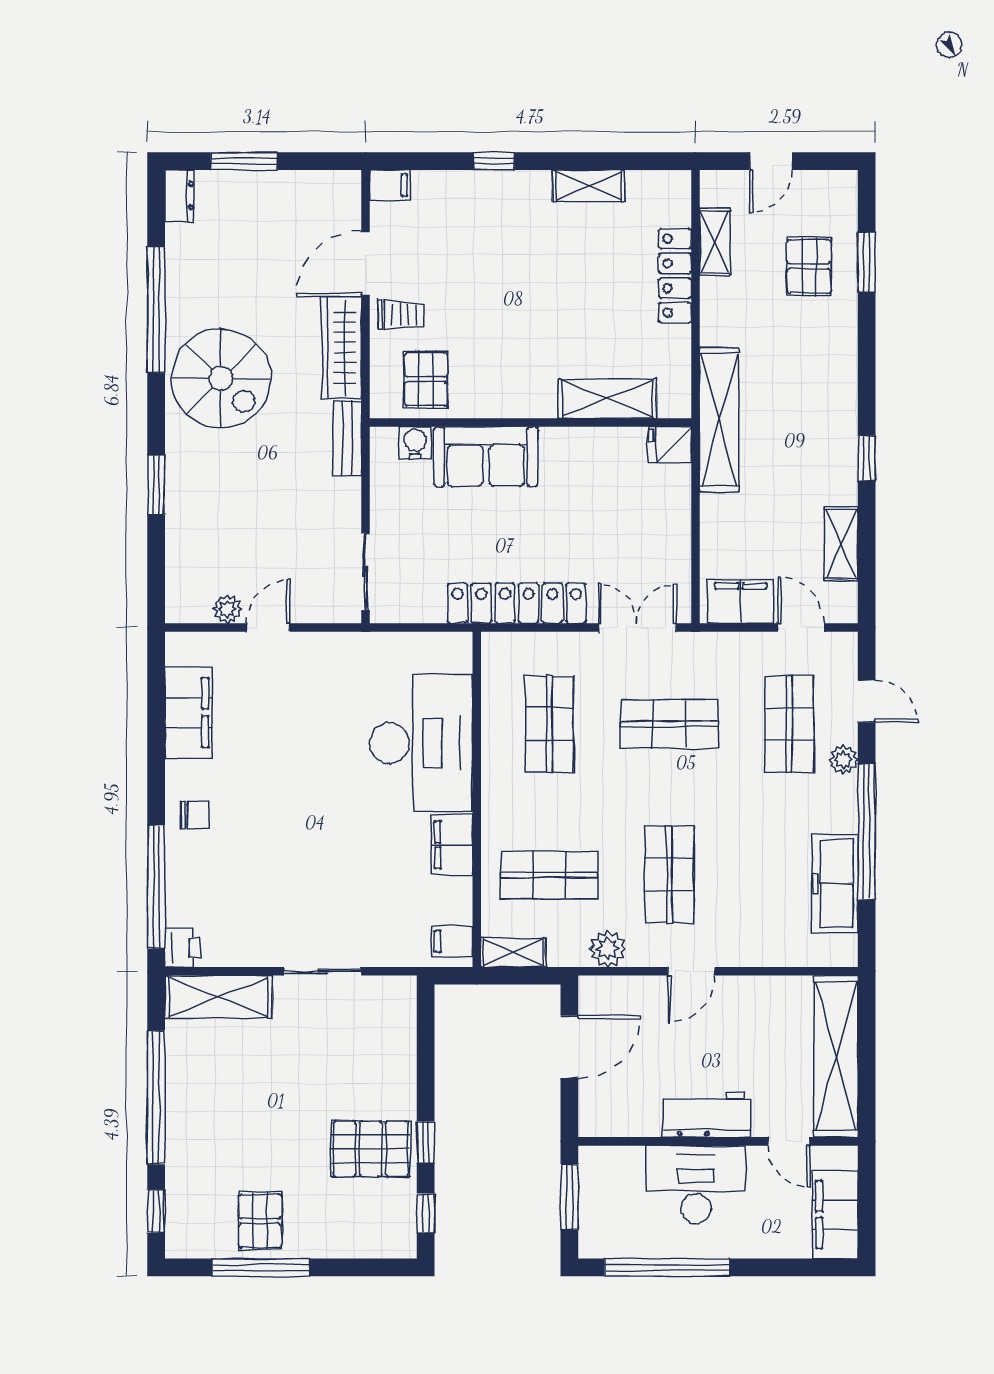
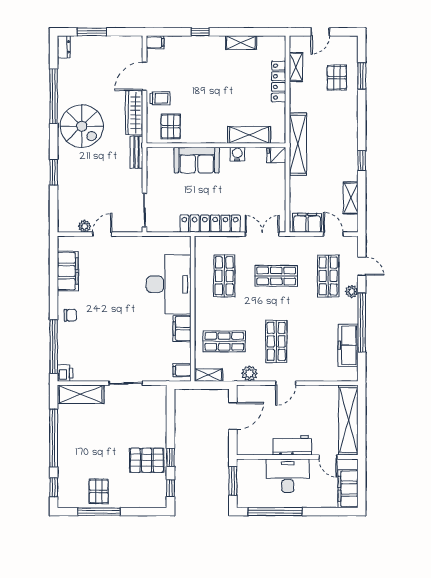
water cooler: (415, 443) -> (237, 154), moved

